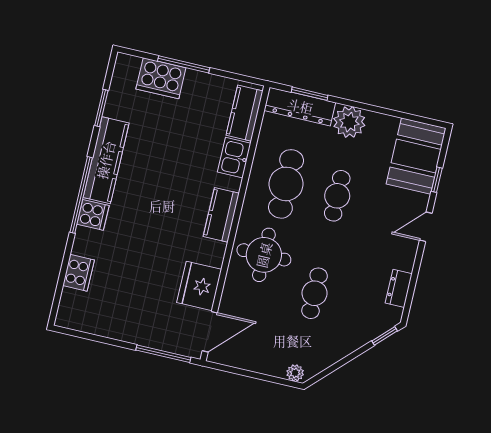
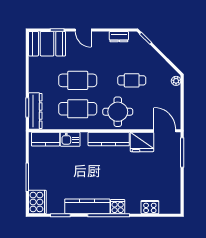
cooker: (161, 78) -> (37, 202), moved
plant: (349, 122) -> (37, 83), removed
cafe table: (337, 196) -> (78, 80), width x1.37, depth x1.35
kitchen counter: (221, 215) -> (109, 139), width x1.50

